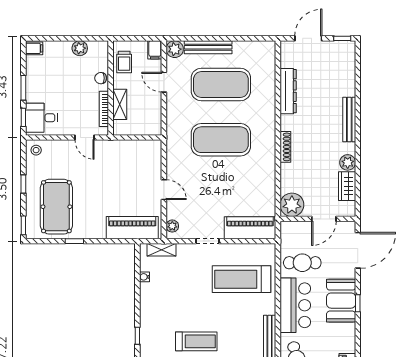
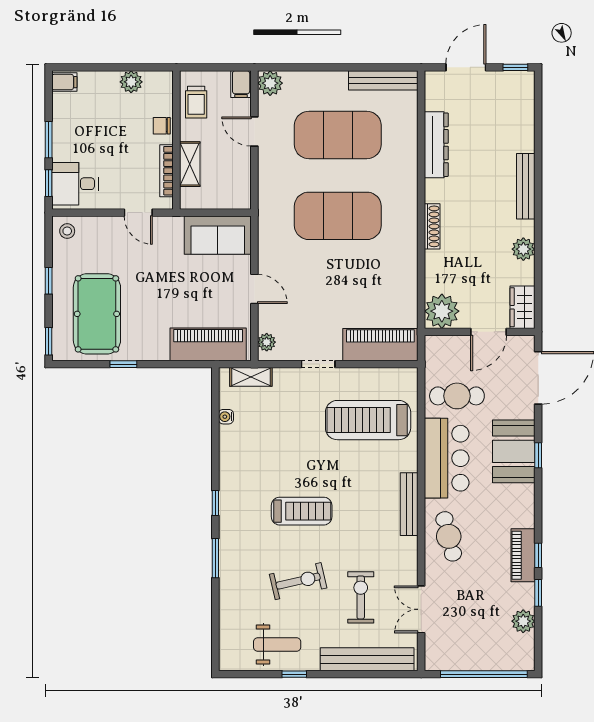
bench: (208, 47) -> (383, 80), moved
sofa: (139, 153) -> (218, 235), added
wardrobe: (347, 186) -> (523, 307), moved

